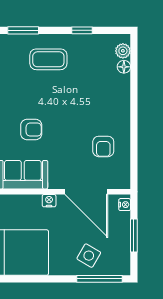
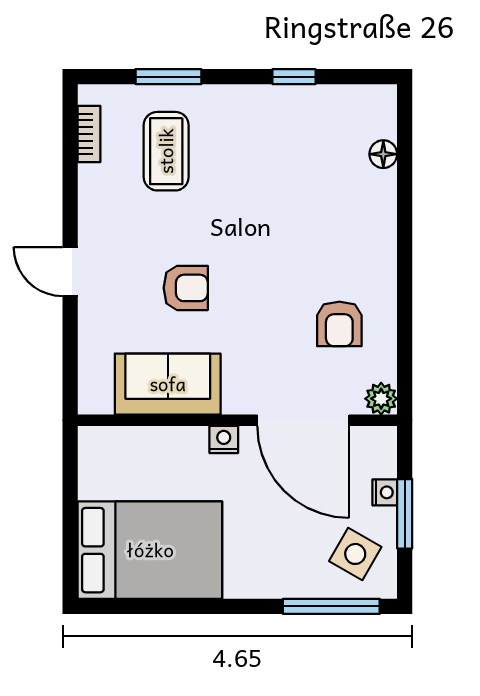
plant: (123, 51) -> (381, 399), moved
coffee table: (48, 59) -> (166, 151), moved, turned 90
nightstand: (125, 205) -> (385, 492), moved
side table: (89, 256) -> (355, 554), moved

